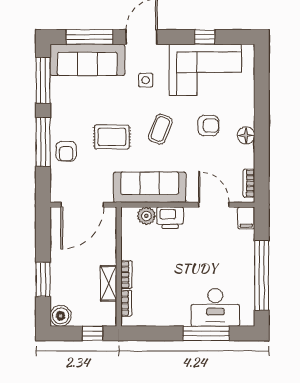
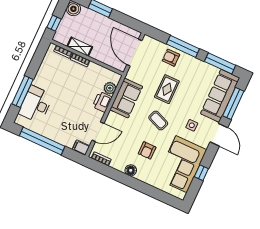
sofa: (150, 187) -> (126, 98), width x0.73

